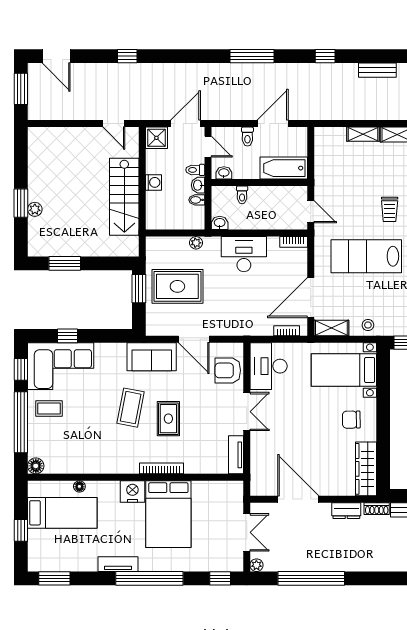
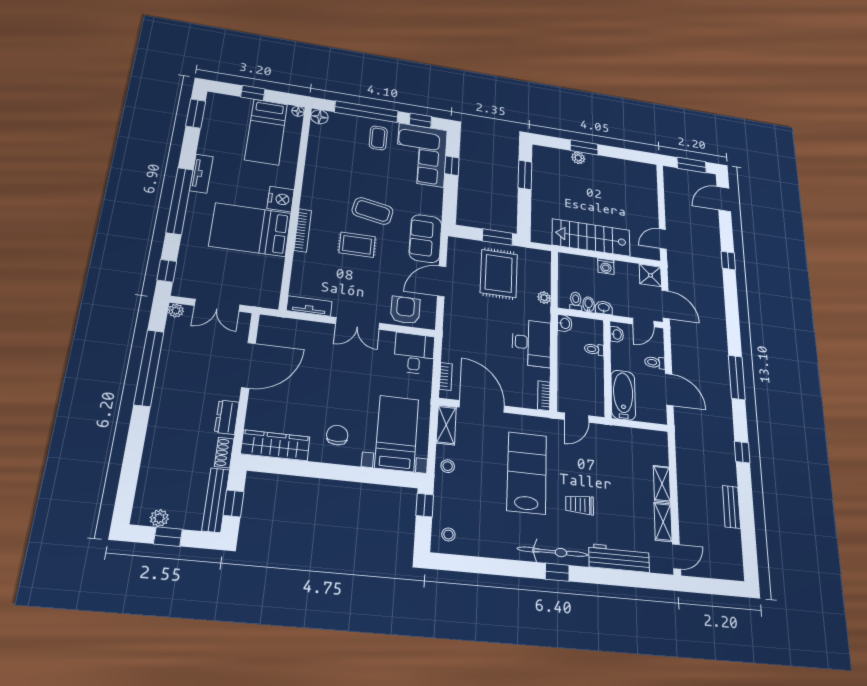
toilet: (195, 170) -> (576, 301), moved
desk: (269, 366) -> (414, 353), width x0.73
floor lamp: (79, 486) -> (298, 111), moved

